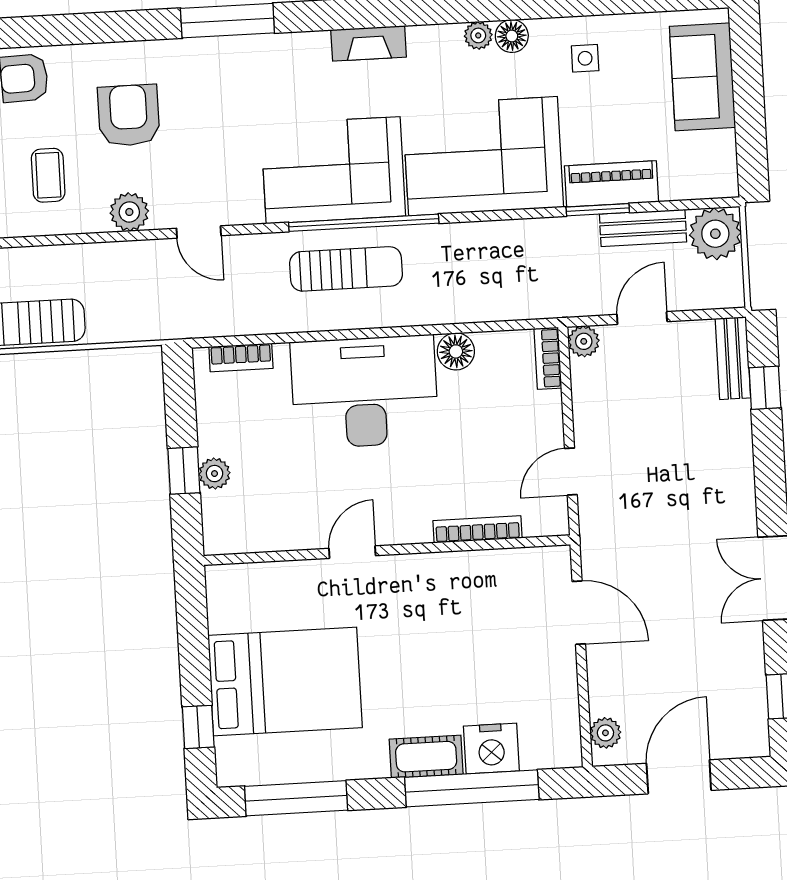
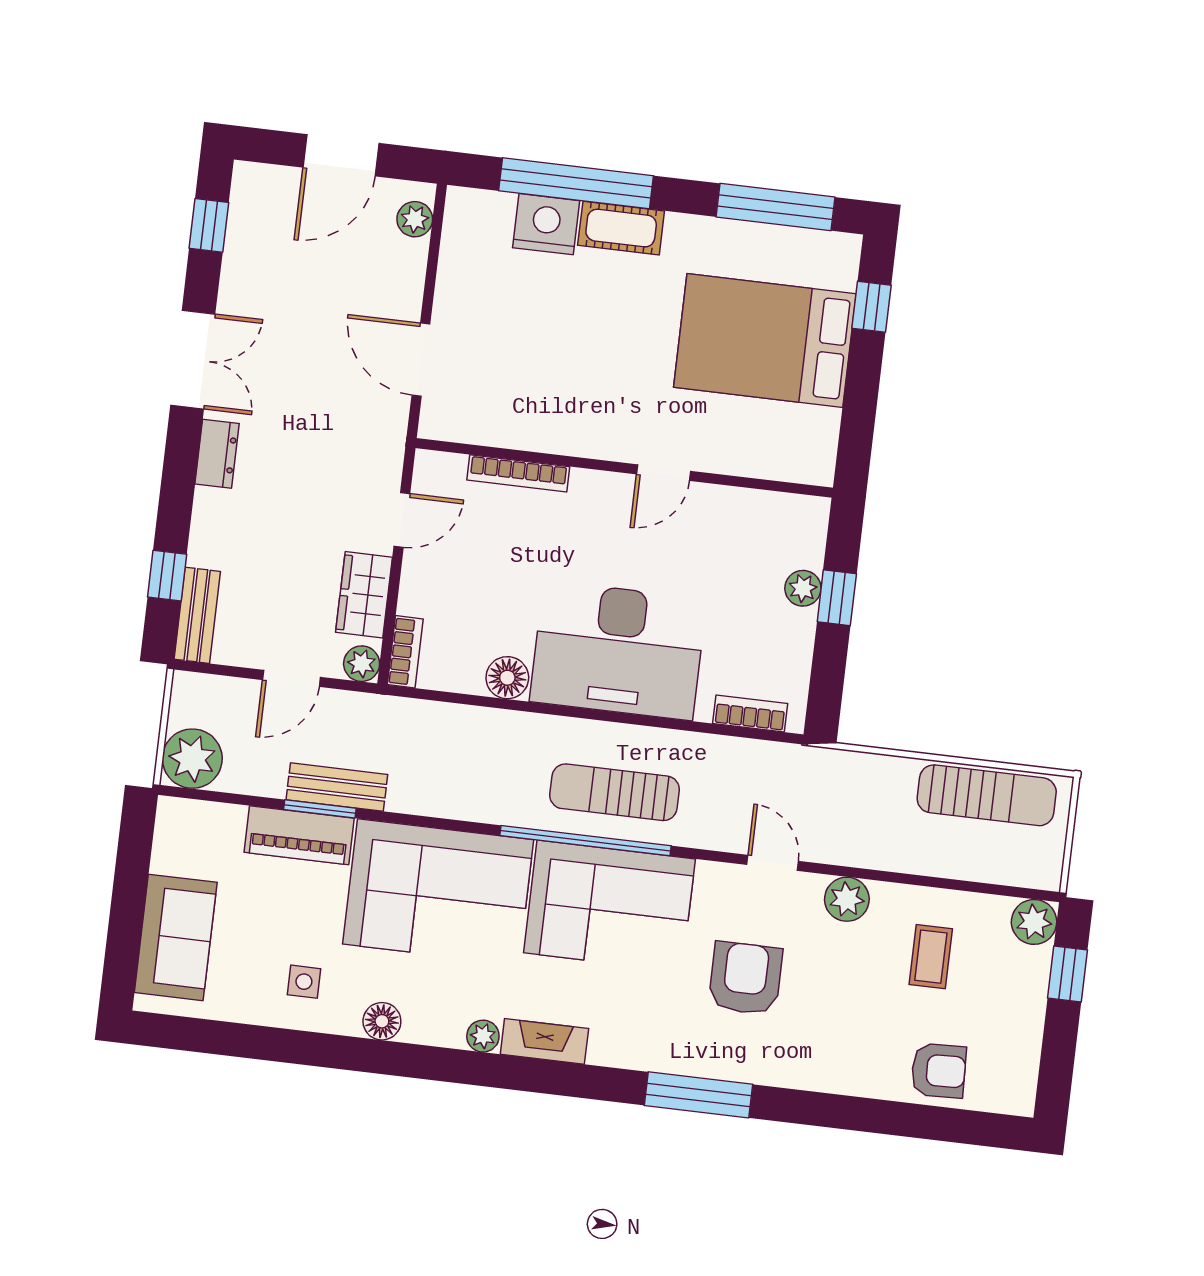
plant: (478, 35) -> (483, 1036), moved
armchair: (129, 115) -> (745, 978), moved, turned 180
bench: (643, 228) -> (337, 787), moved
wardrobe: (592, 401) -> (364, 595), added
dresser: (740, 500) -> (217, 454), added

